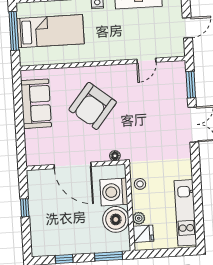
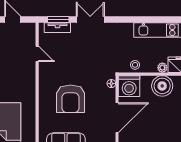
tv unit: (181, 84) -> (57, 28), added
armchair: (93, 106) -> (71, 99), turned 51
washing machine: (114, 192) -> (129, 86), moved

